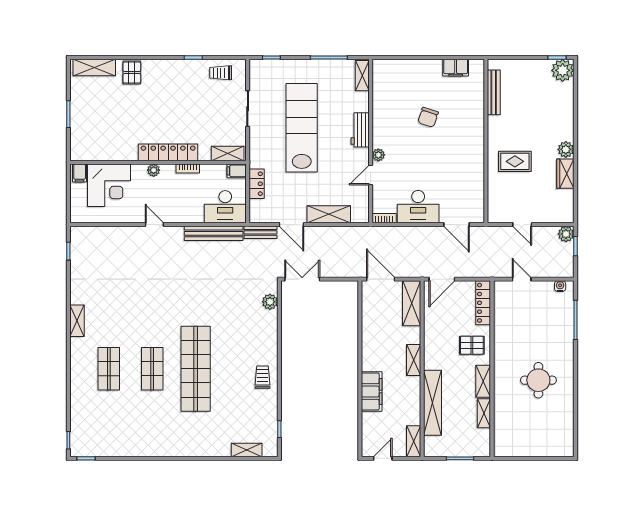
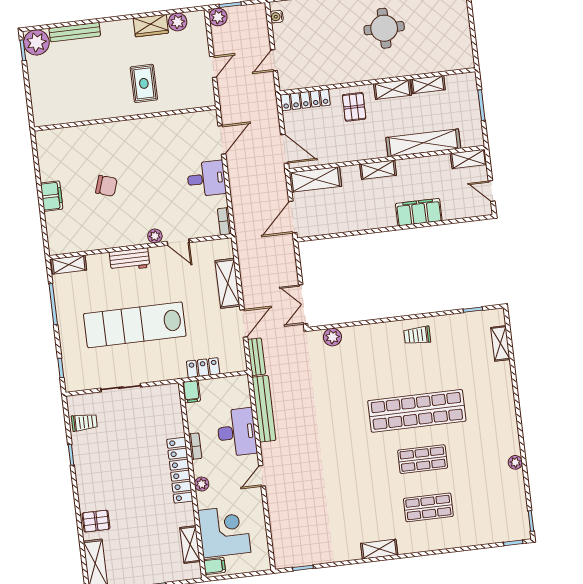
filing cabinet: (456, 68) -> (52, 196), moved
trolley: (221, 73) -> (84, 422), turned -90
bench: (494, 92) -> (75, 32), moved
plant: (566, 149) -> (178, 22), moved
shelving: (228, 153) -> (190, 545), moved
desk: (225, 207) -> (237, 432), moved
desk: (418, 207) -> (206, 179), width x0.73
plant: (140, 451) -> (515, 462), added

